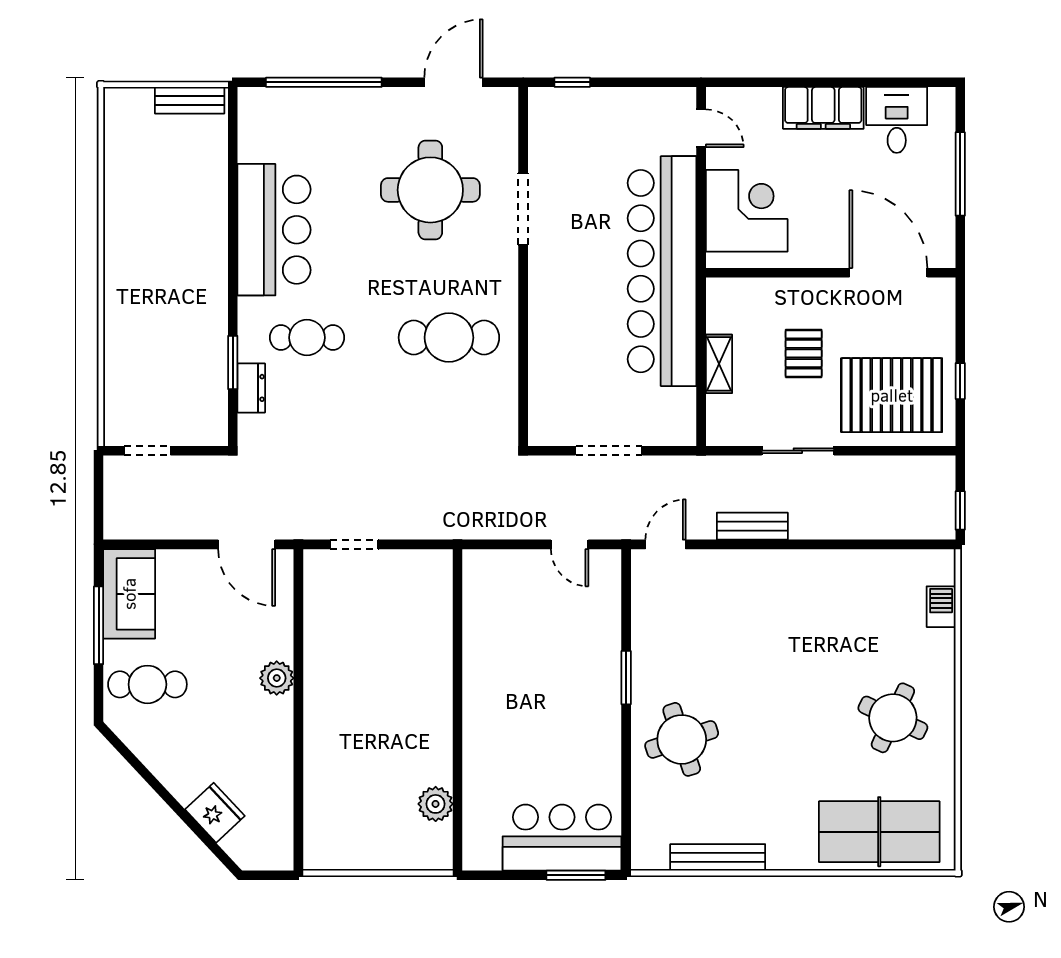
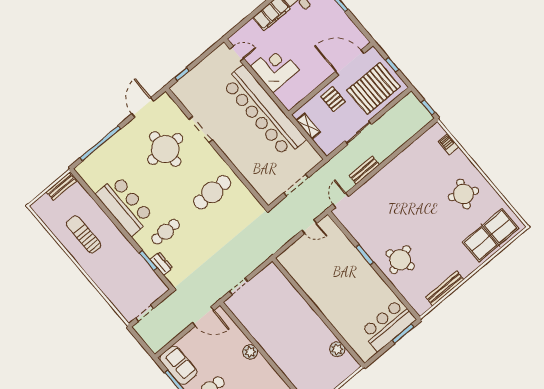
sun lounger: (157, 219) -> (84, 234), added
wall: (831, 273) -> (331, 78), moved
door: (888, 273) -> (350, 62), moved

